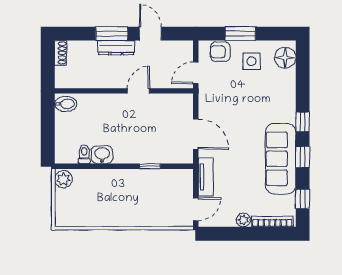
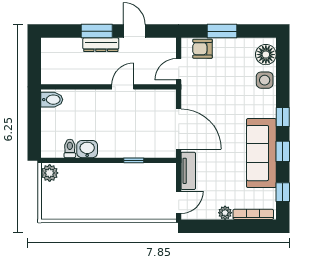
shoe rack: (61, 53) -> (47, 50), removed
side table: (251, 61) -> (265, 80), moved
door: (196, 134) -> (179, 129), width x1.36

